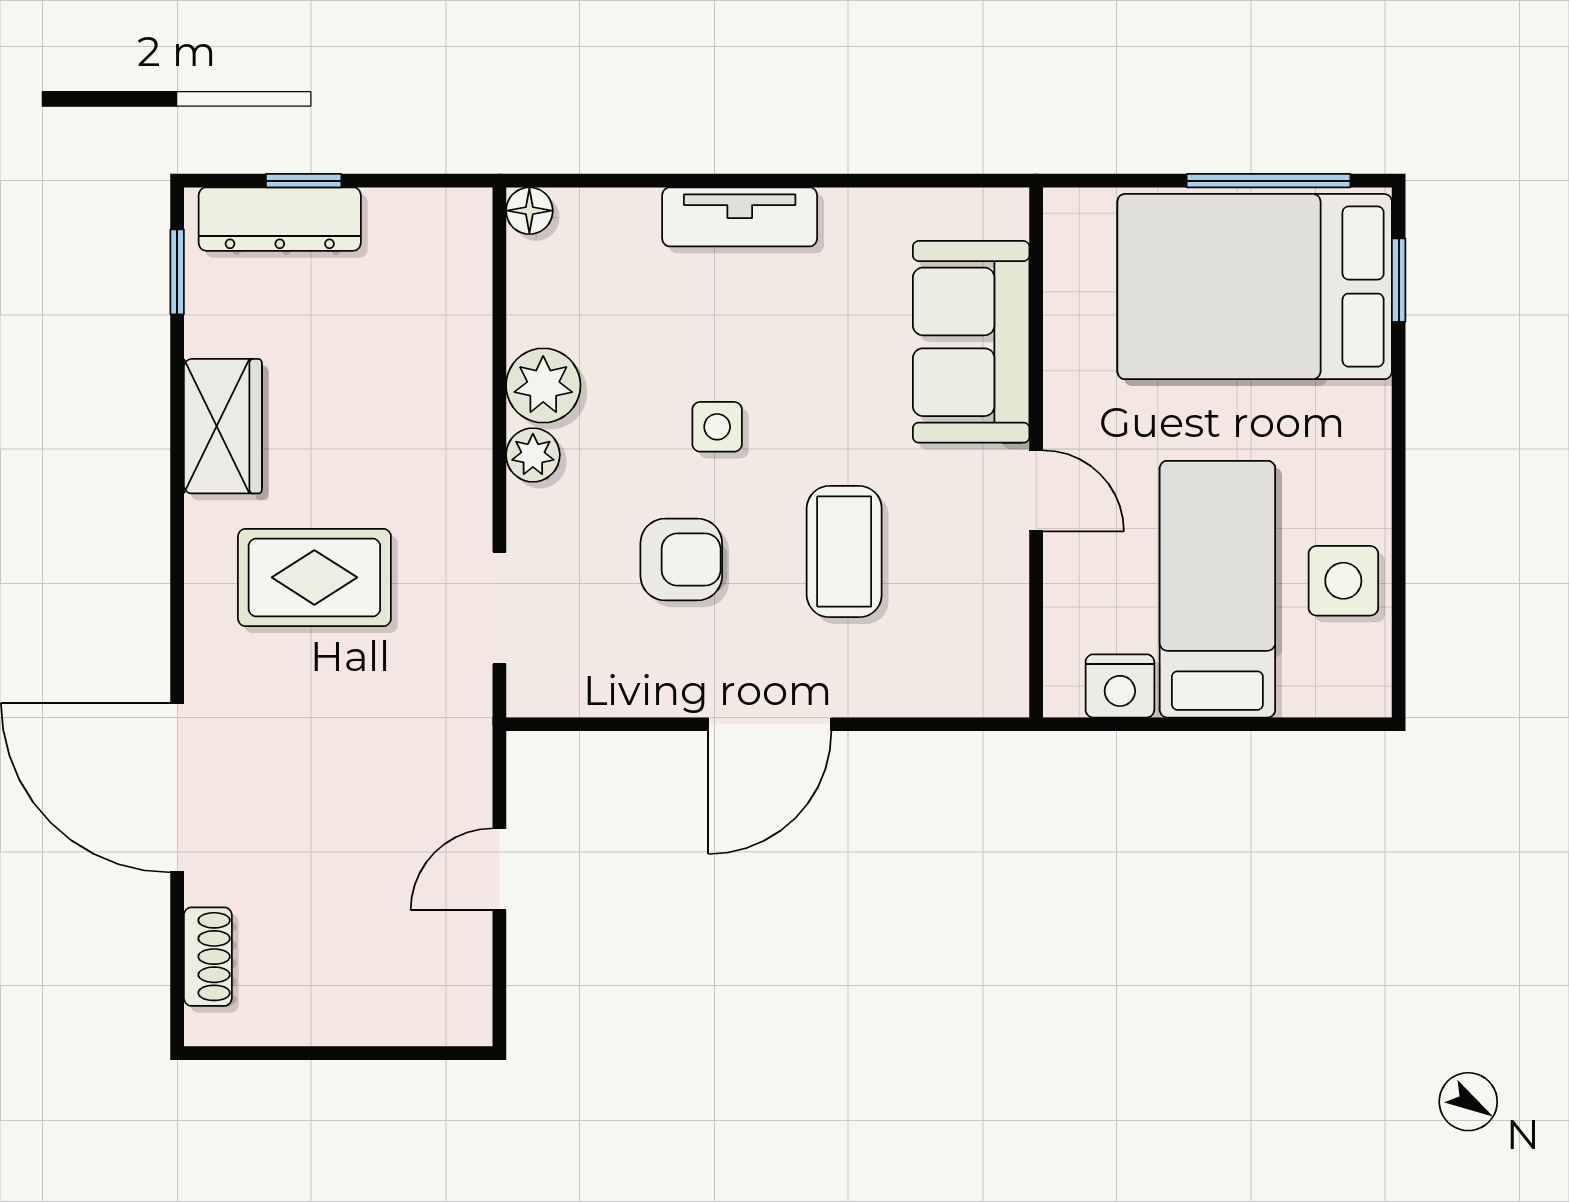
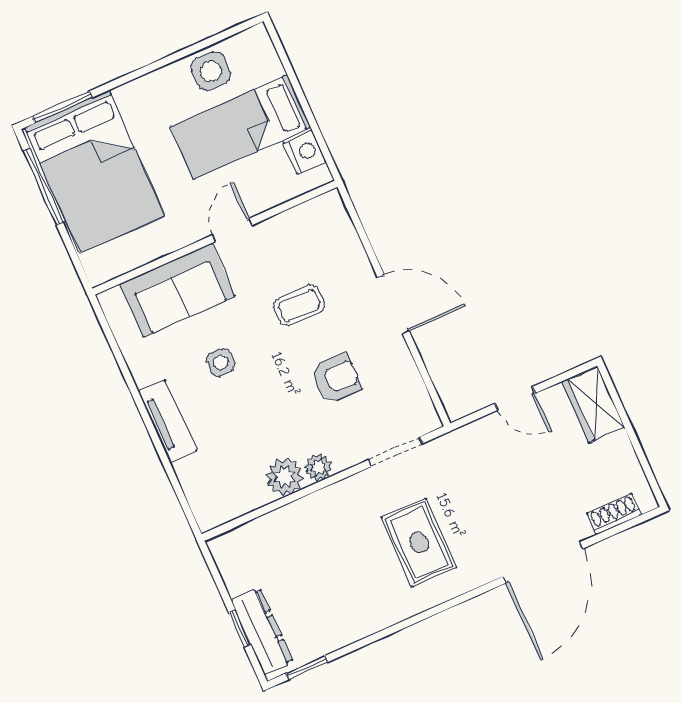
floor lamp: (529, 211) -> (207, 519), removed
window: (1399, 280) -> (62, 107), width x1.50
wardrobe: (223, 426) -> (593, 404), moved, turned -90
side table: (717, 427) -> (221, 362), moved
coffee table: (844, 552) -> (299, 305), width x0.73, depth x0.77
armchair: (681, 559) -> (336, 378), turned 91

